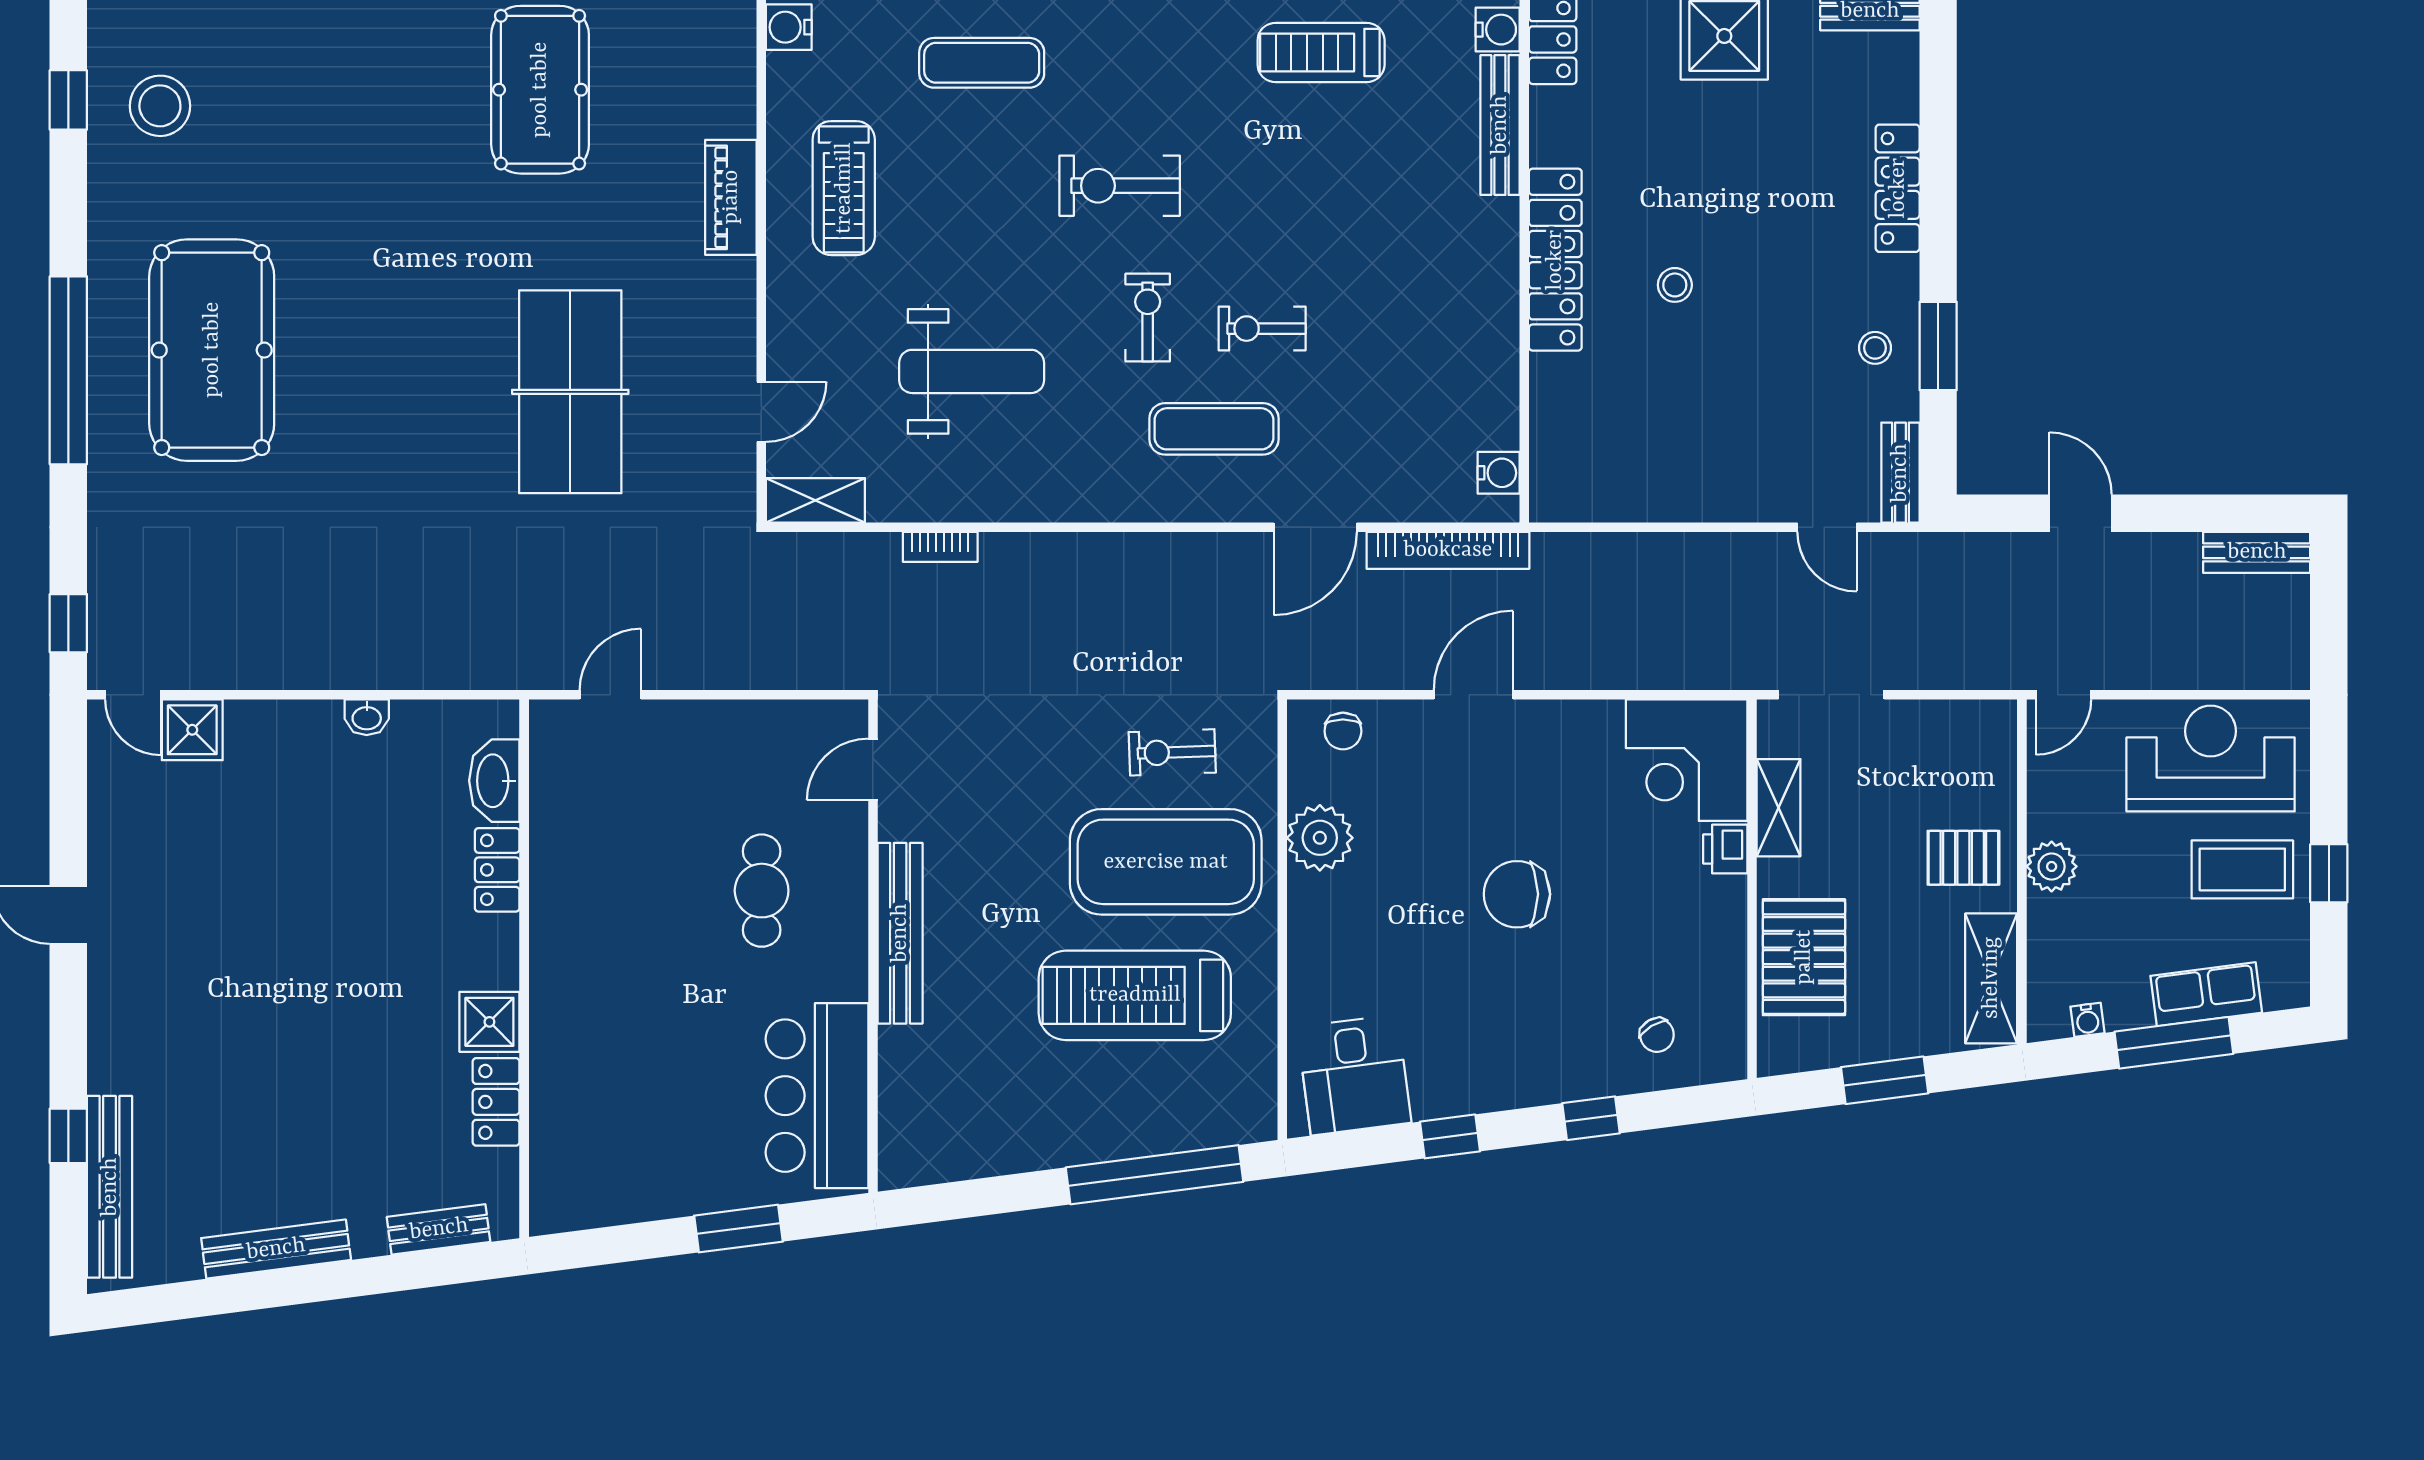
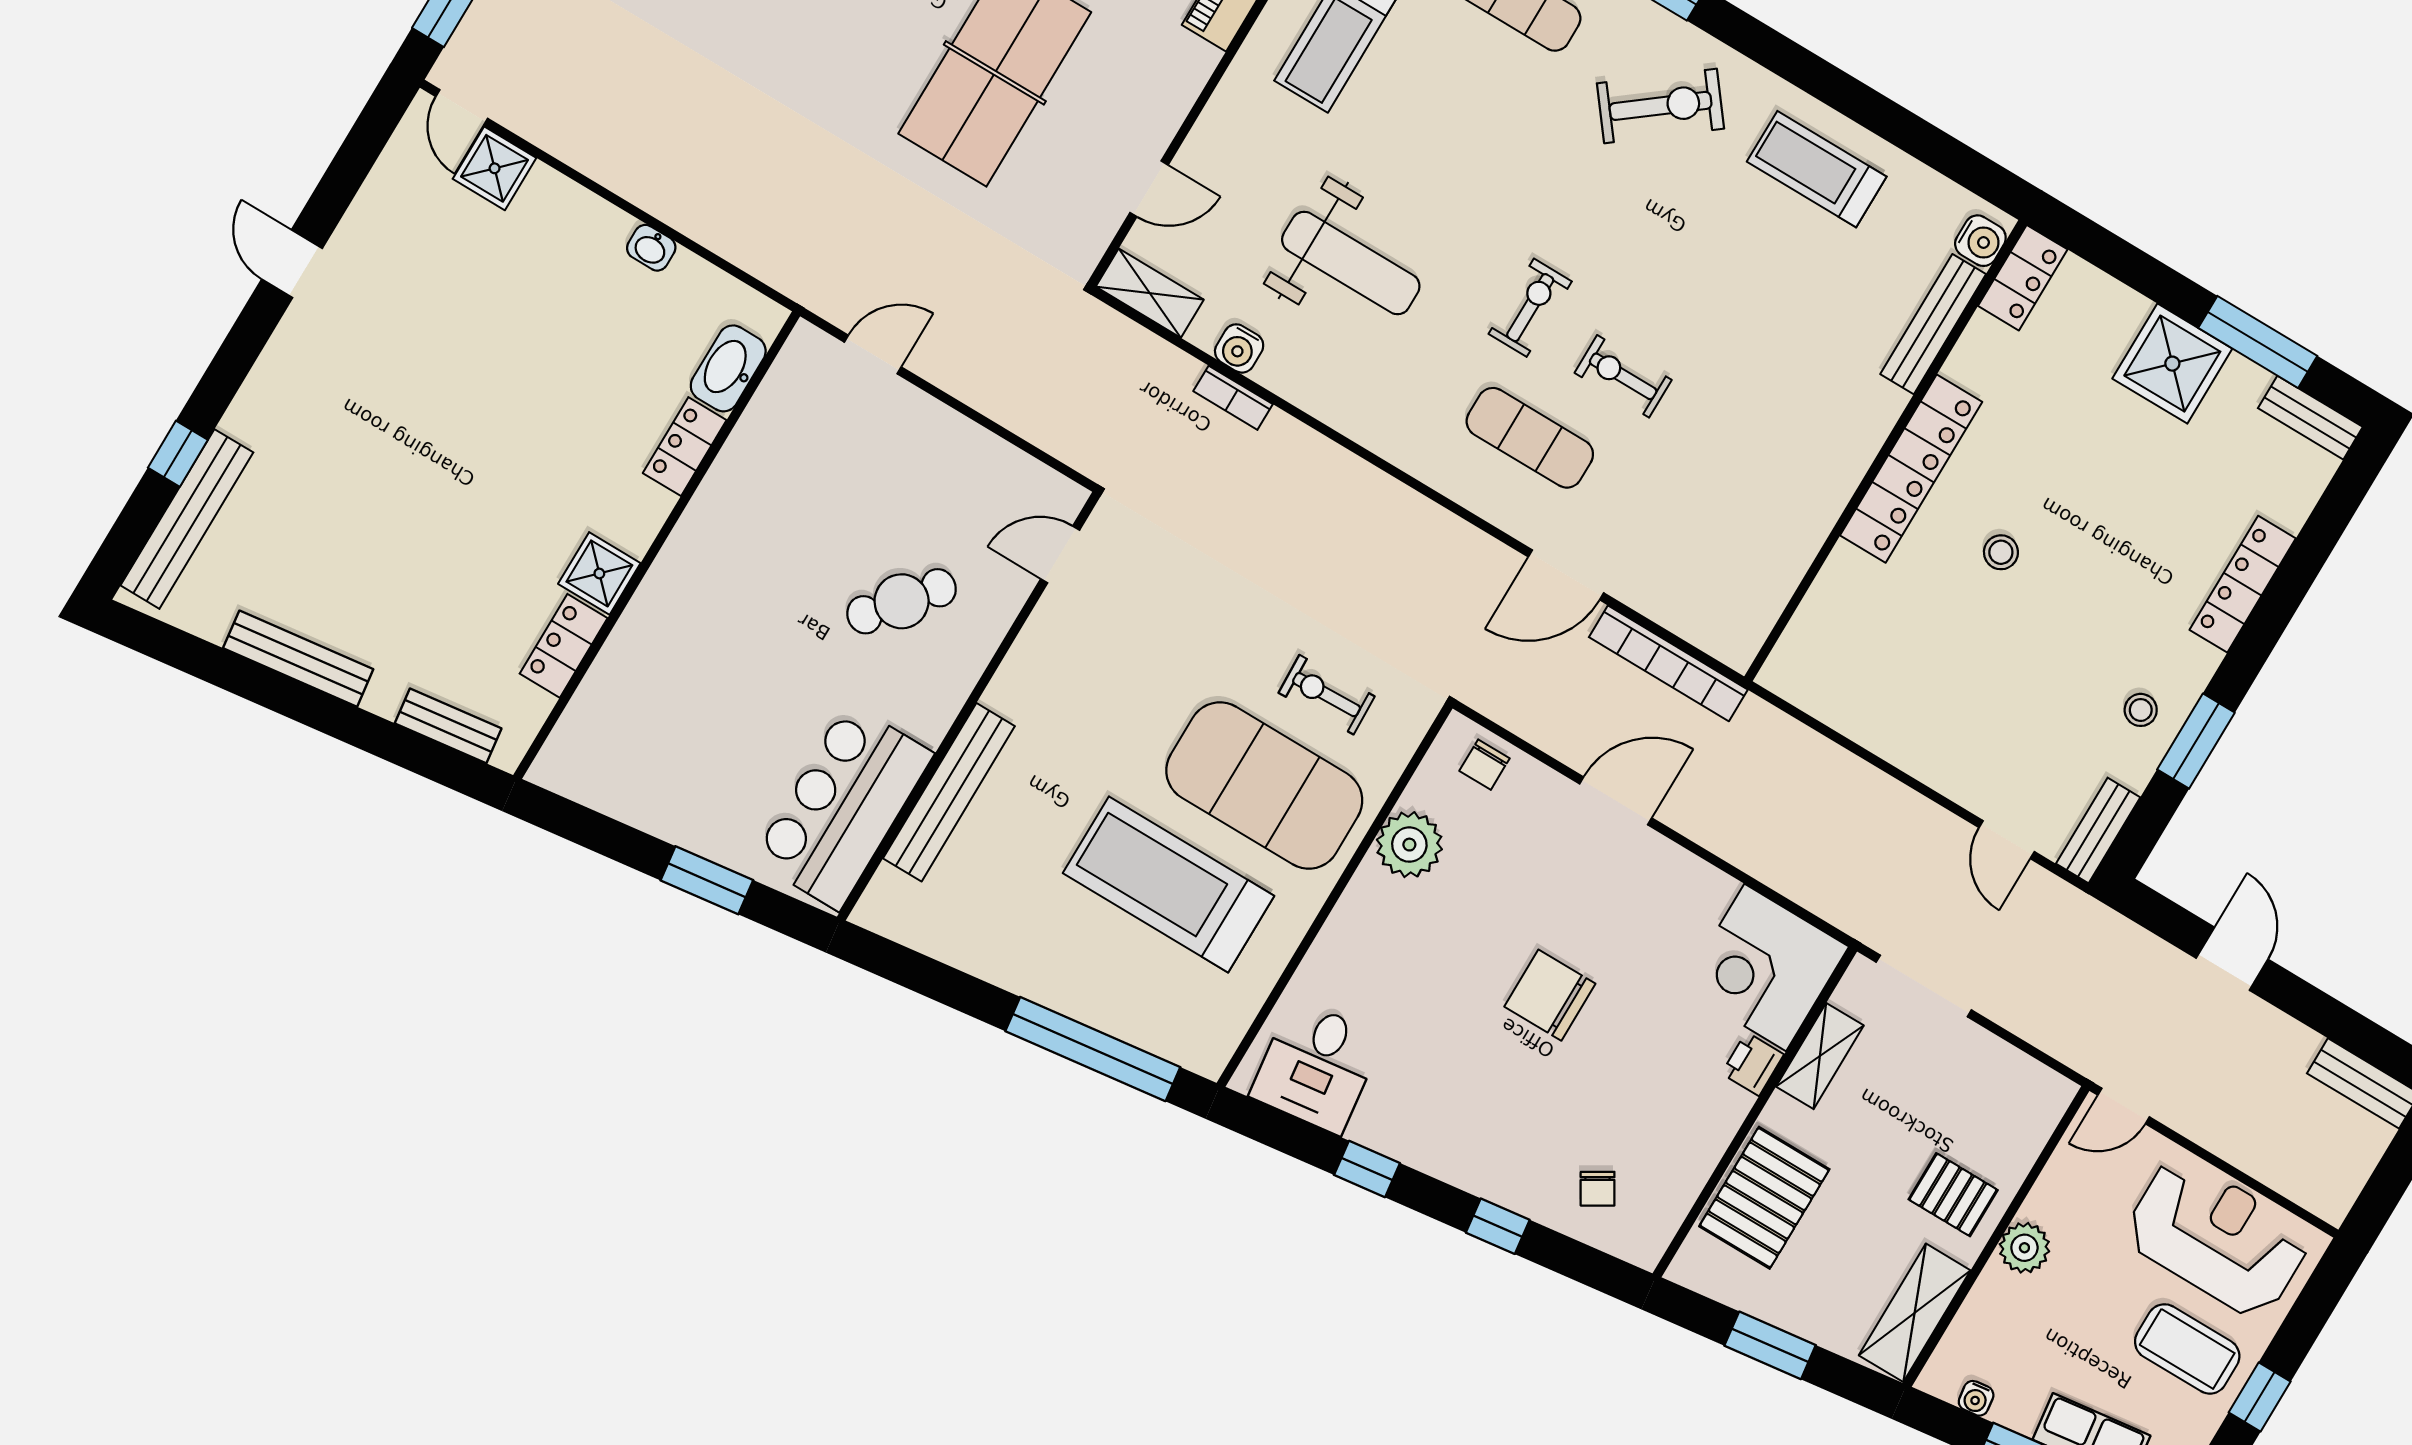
exercise bike: (1120, 186) -> (1661, 106), moved, turned 142
water cooler: (1499, 473) -> (1239, 348), moved, turned 90
cafe table: (762, 891) -> (902, 601), turned 39
bench: (900, 933) -> (949, 792), moved

